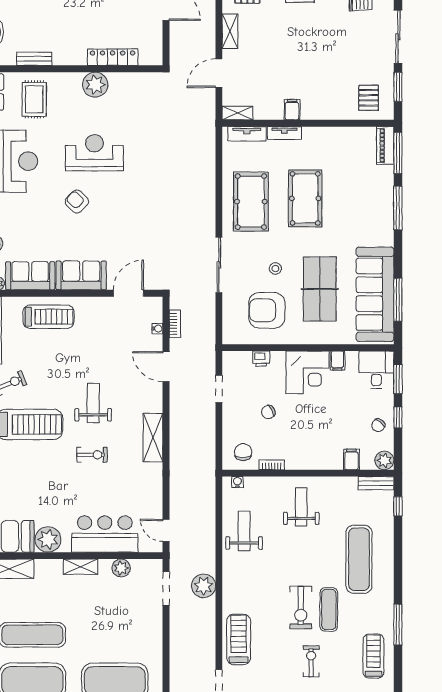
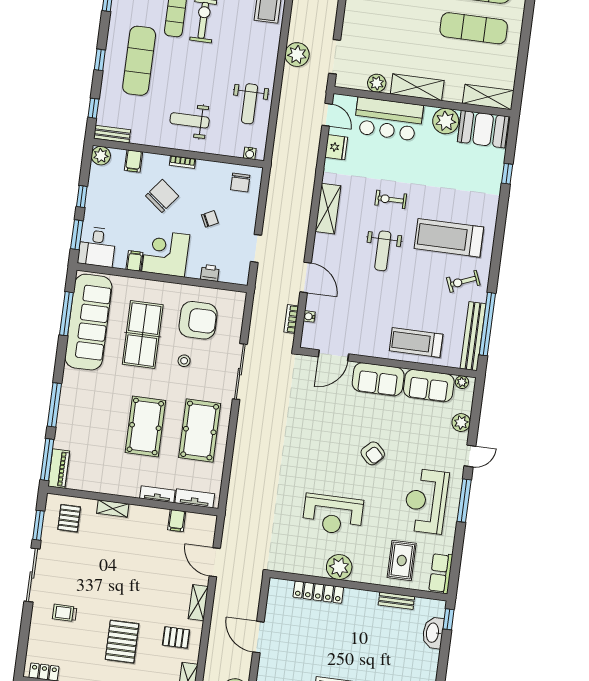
door: (219, 73) -> (215, 562), swing flipped
filing cabinet: (292, 110) -> (177, 521), moved
shelving: (237, 113) -> (113, 509), moved
reception desk: (94, 153) -> (333, 515), moved
chair: (378, 425) -> (162, 196), moved, width x1.87, depth x1.87
bookcase: (272, 465) -> (183, 162), moved
fridge: (153, 499) -> (336, 147), added
weight bench: (301, 507) -> (190, 120), turned 90
window: (398, 555) -> (100, 60), added
shelving: (81, 567) -> (417, 87), width x1.50, depth x1.33

